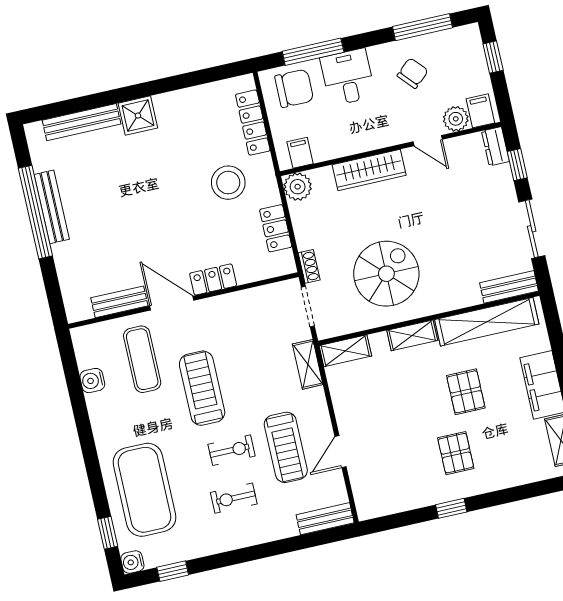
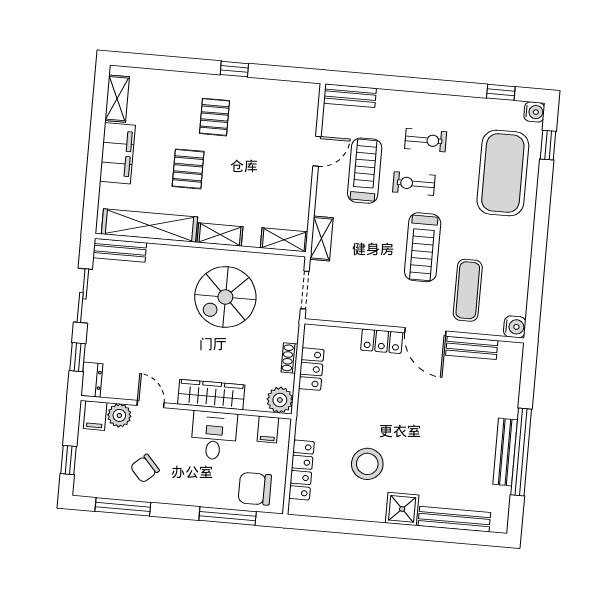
desk: (348, 77) -> (214, 436), moved, turned 180
stool: (228, 183) -> (367, 464), moved
shoe rack: (309, 266) -> (289, 358), moved
water cooler: (92, 381) -> (515, 327), moved

